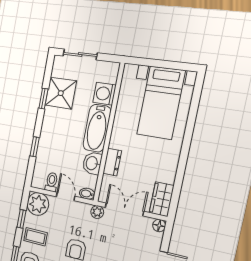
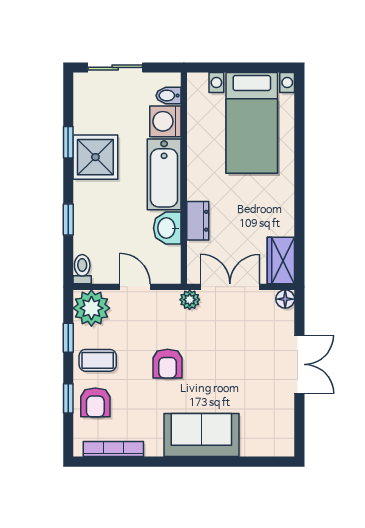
shower: (61, 93) -> (95, 157), moved
toilet: (51, 182) -> (82, 269), moved
bidet: (87, 194) -> (169, 96), moved

